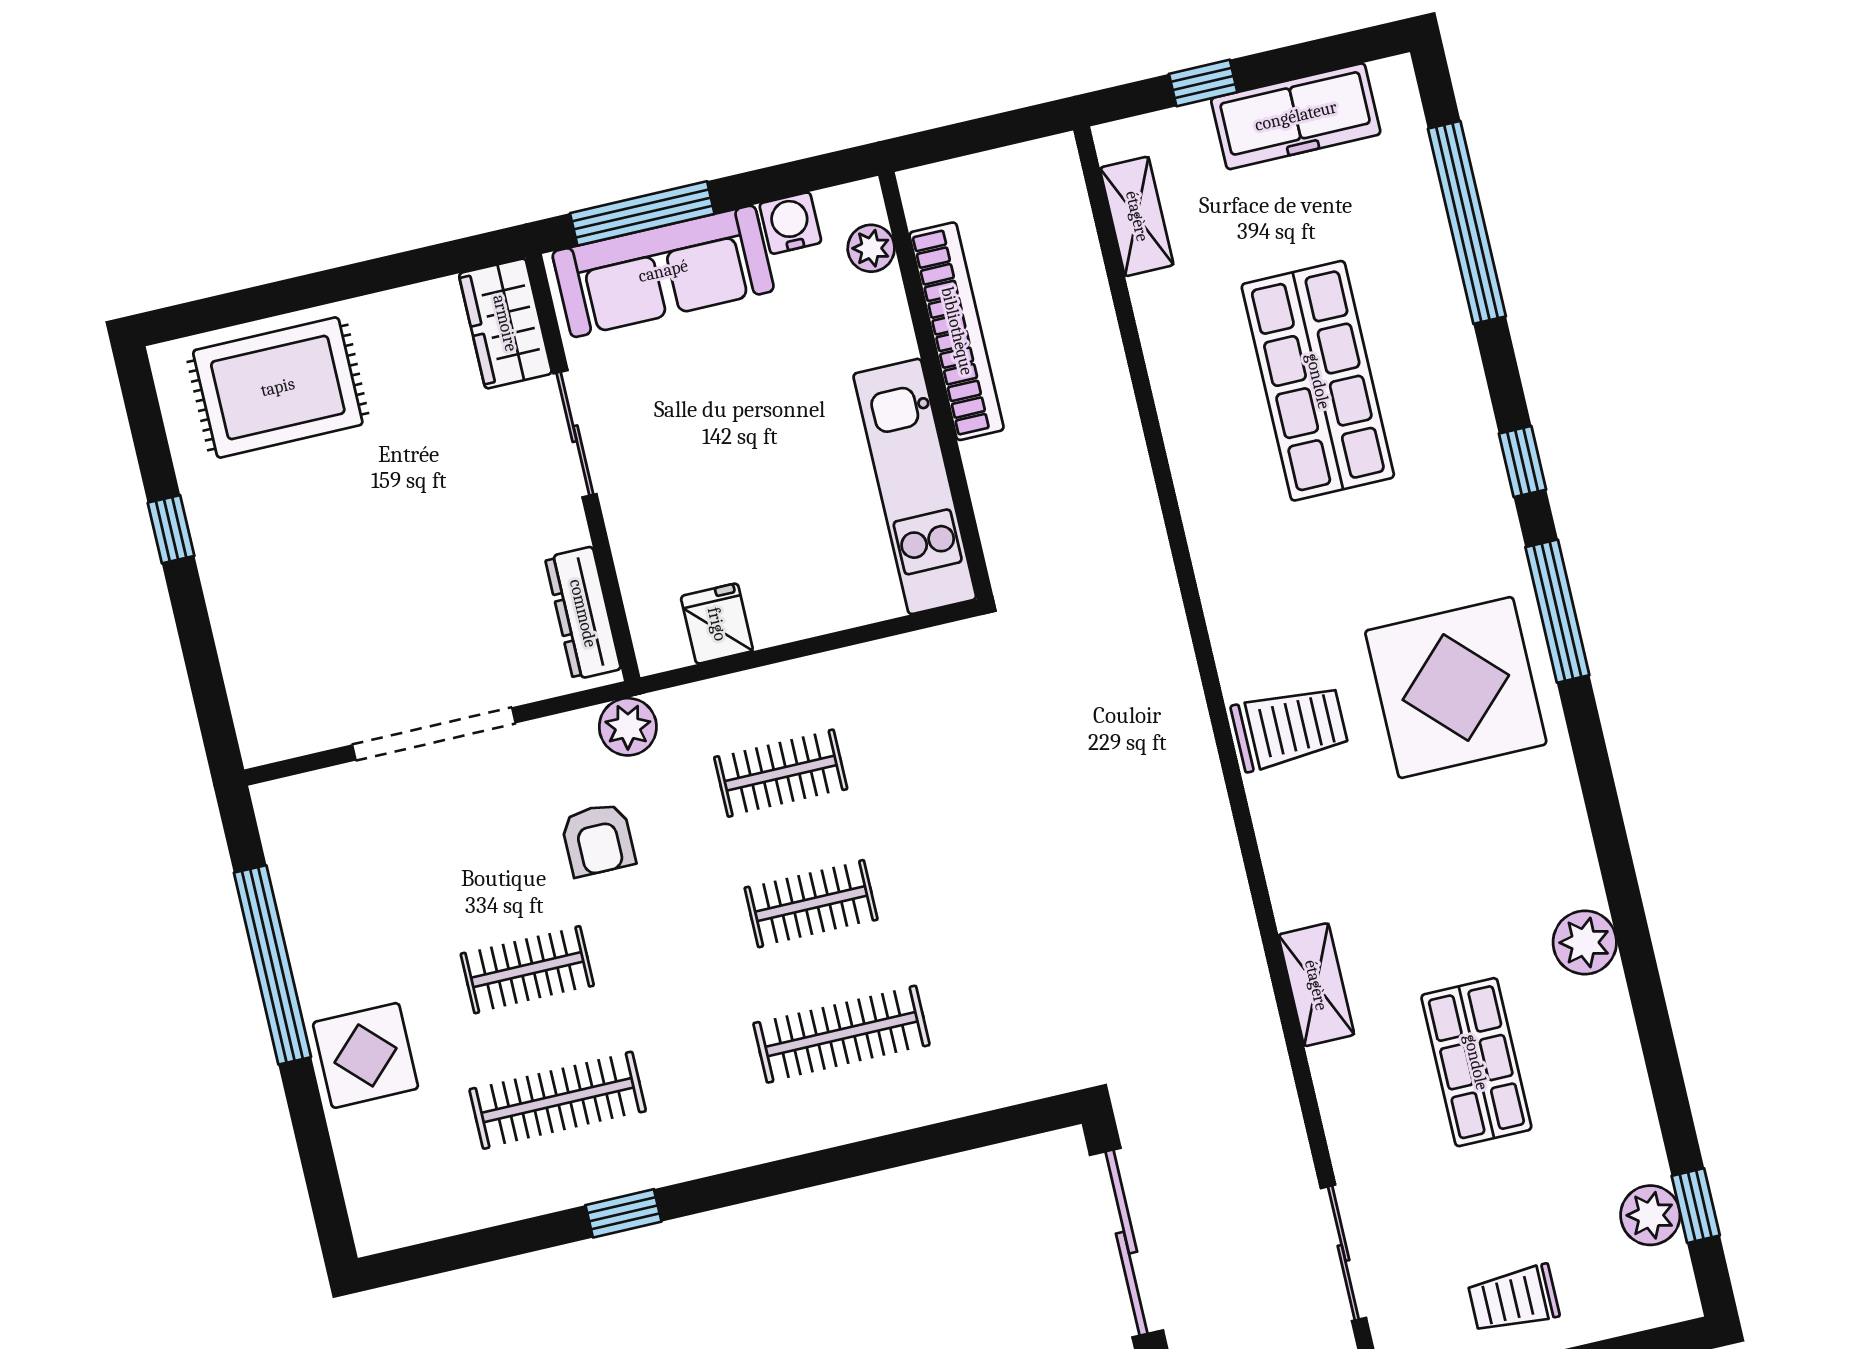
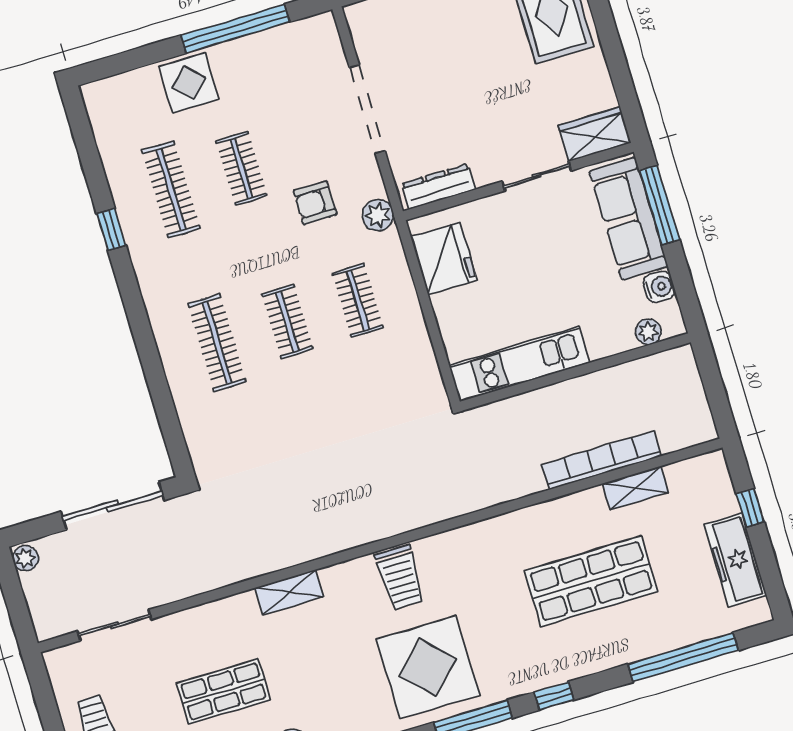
shelving: (1137, 216) -> (635, 488), moved
bookcase: (957, 331) -> (602, 460), moved, turned 180
fridge: (717, 624) -> (444, 258), width x1.88, depth x1.34
shelving: (1316, 985) -> (289, 592), moved

